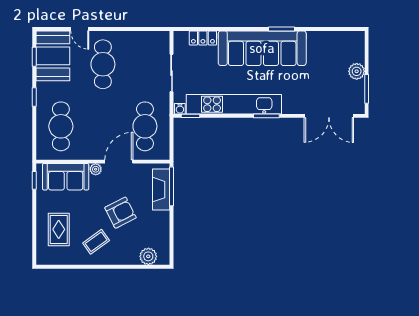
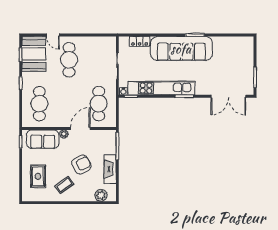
plant: (357, 71) -> (248, 65), removed
fireplace: (161, 190) -> (110, 169), moved

